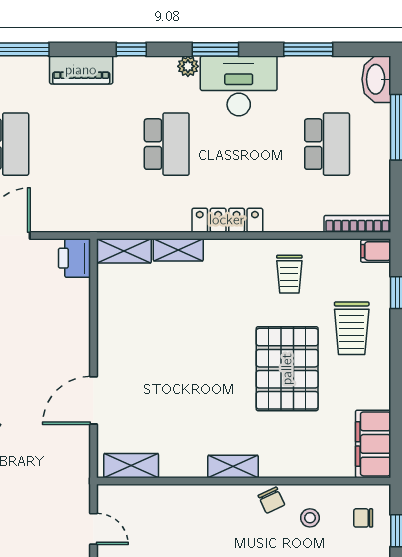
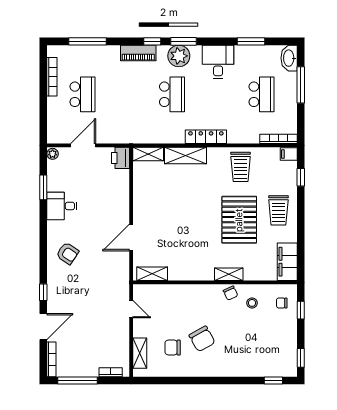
window: (215, 49) -> (183, 41), moved
plant: (188, 66) -> (179, 56), width x1.88, depth x1.88
piano: (81, 70) -> (138, 53), moved
desk: (239, 86) -> (218, 62), width x0.73
shelving: (178, 250) -> (185, 155), width x1.50, depth x1.33
trolley: (289, 274) -> (241, 167), width x1.36, depth x1.39
trolley: (352, 328) -> (278, 210), moved
shelving: (233, 466) -> (229, 274), moved

